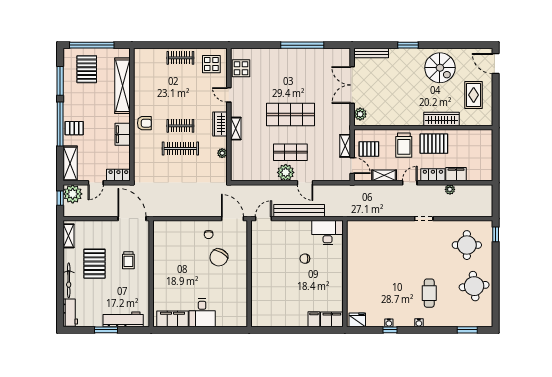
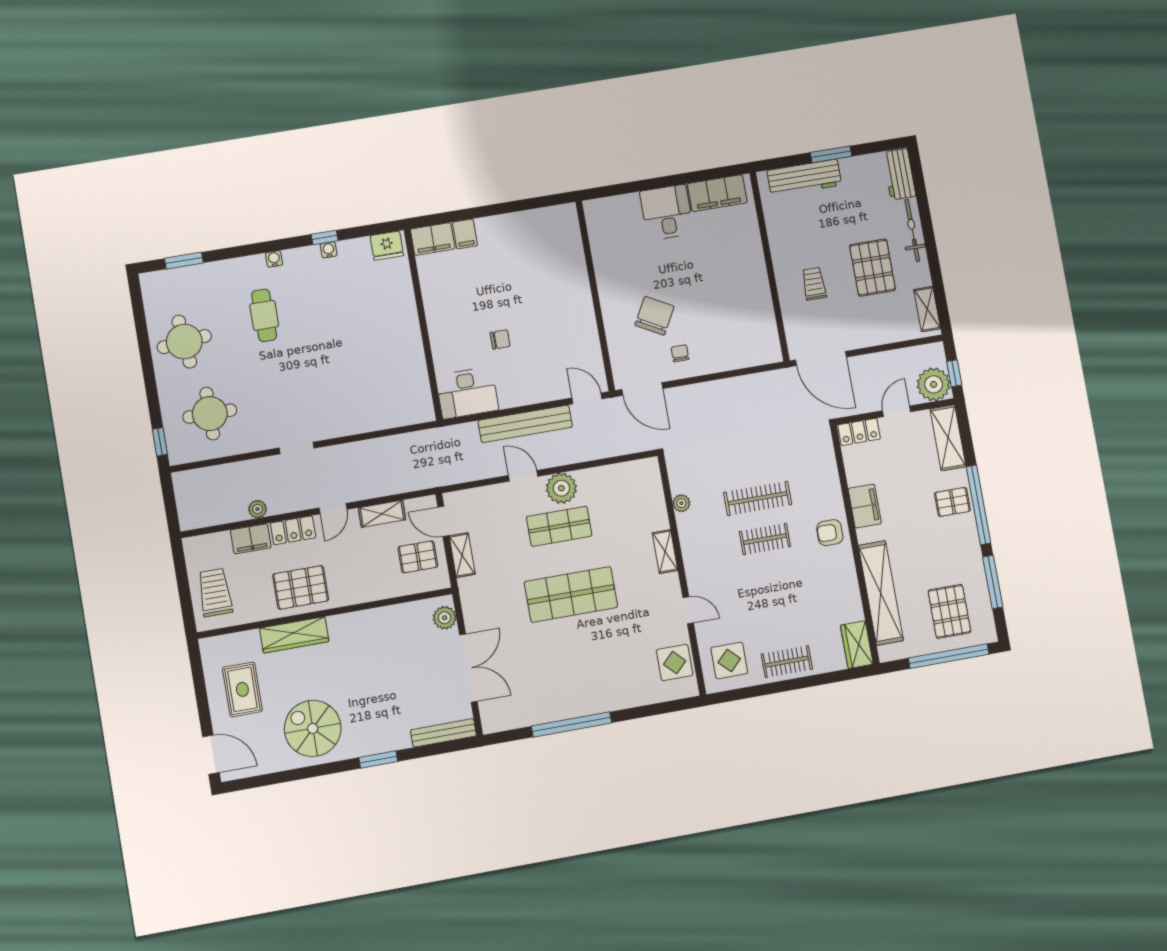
wardrobe: (220, 124) -> (857, 645), moved, turned 180
trolley: (404, 145) -> (215, 593), moved
door: (263, 219) -> (587, 398), swing flipped

